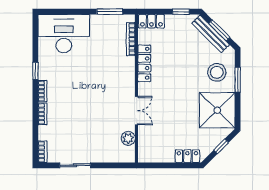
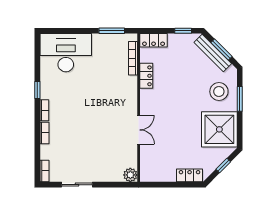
locker: (144, 63) -> (146, 76), width x0.66
plant: (128, 138) -> (130, 175), moved

